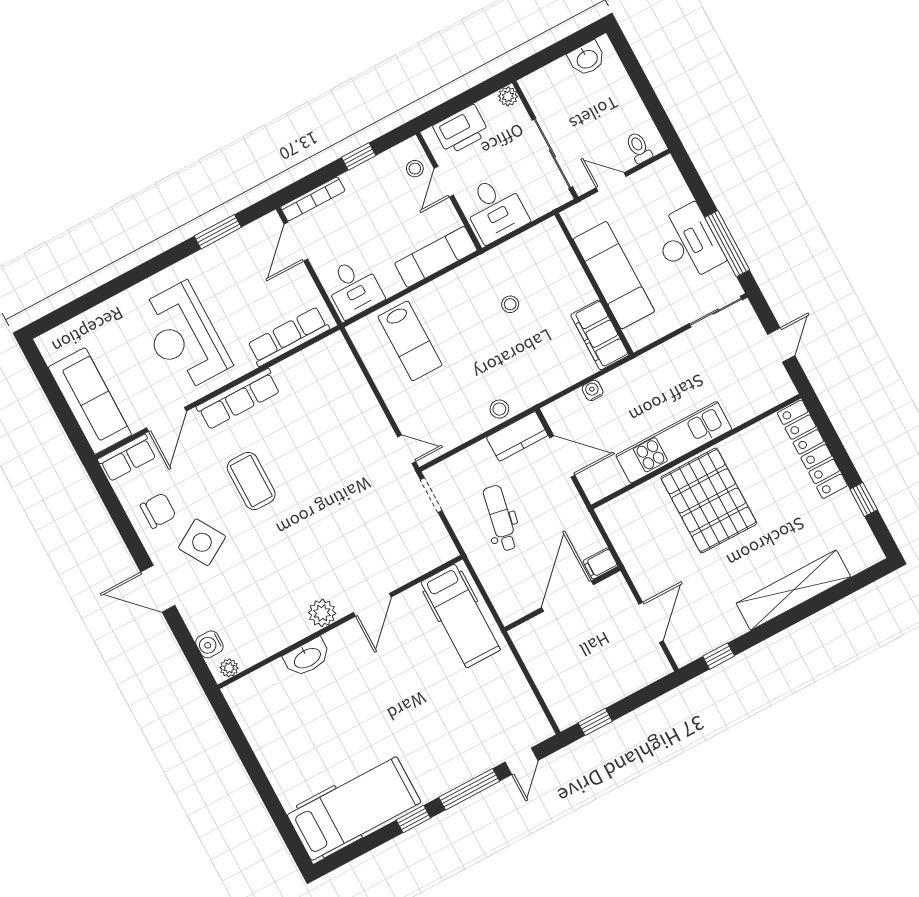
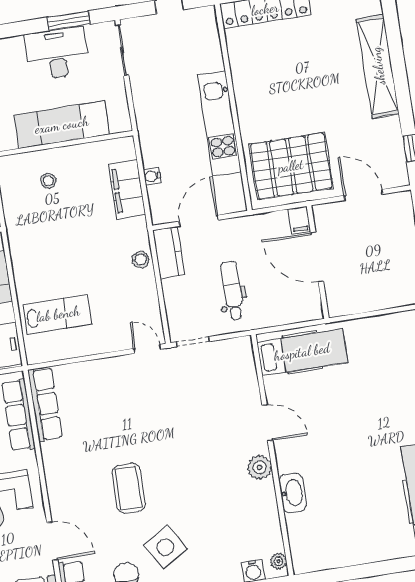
window: (727, 244) -> (69, 21), width x0.69
stool: (510, 304) -> (48, 181), moved
filing cabinet: (600, 335) -> (127, 189), moved, turned 90
row of seats: (238, 399) -> (45, 404), moved
door: (407, 449) -> (147, 349), hinge flipped
coffee table: (251, 481) -> (128, 488), turned 90
pallet: (709, 501) -> (291, 166), moved
dental chair: (500, 518) -> (232, 290), turned 79

